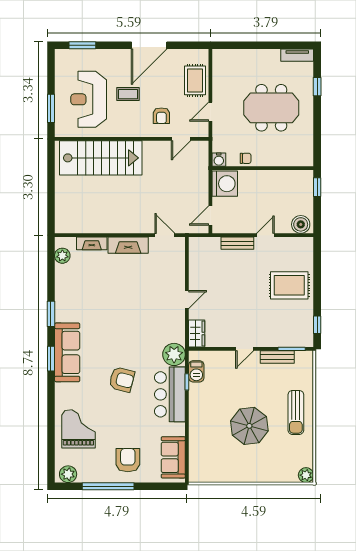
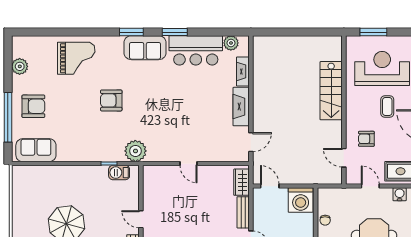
stairs: (101, 158) -> (331, 91), width x0.73, depth x0.66
water cooler: (219, 160) -> (400, 194), moved, turned 90
wardrobe: (197, 333) -> (241, 182), moved, turned 90
sofa: (67, 352) -> (145, 48), width x0.73
armchair: (122, 379) -> (111, 100), turned 76
bar counter: (170, 394) -> (196, 50), moved, turned 180
grand piano: (78, 429) -> (76, 58), moved
plant: (68, 474) -> (20, 66), moved
window: (108, 486) -> (8, 117), moved

